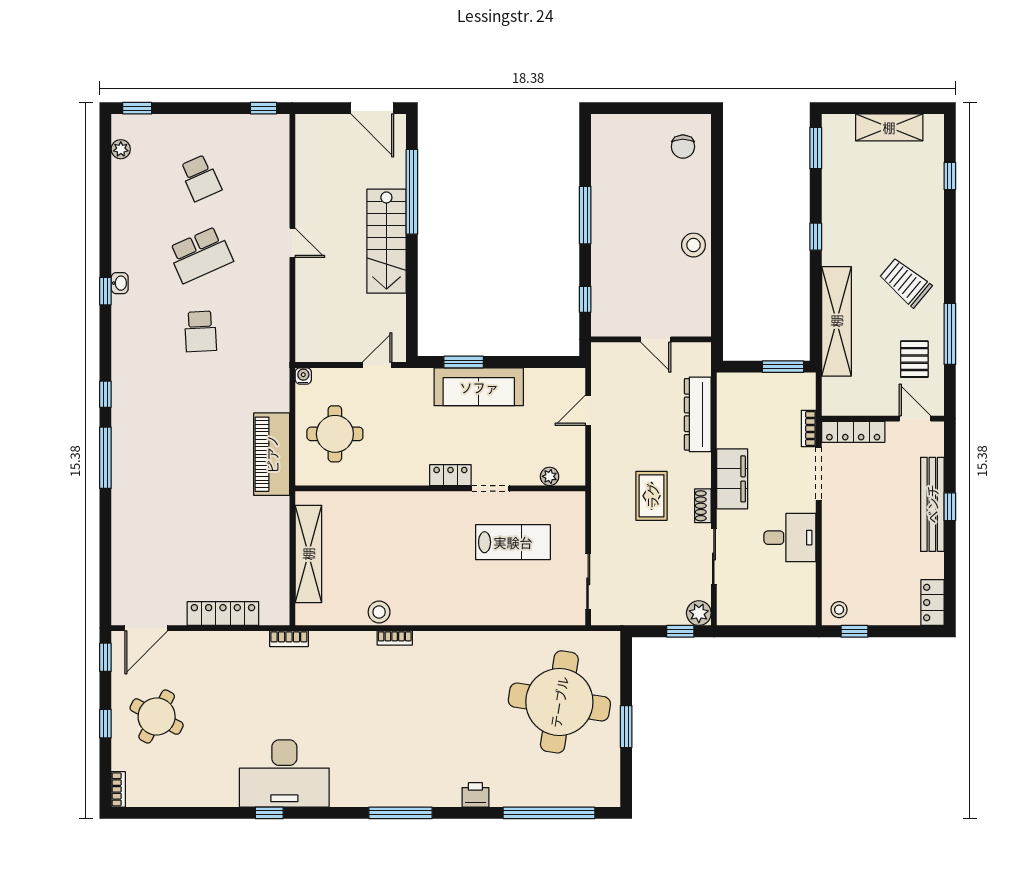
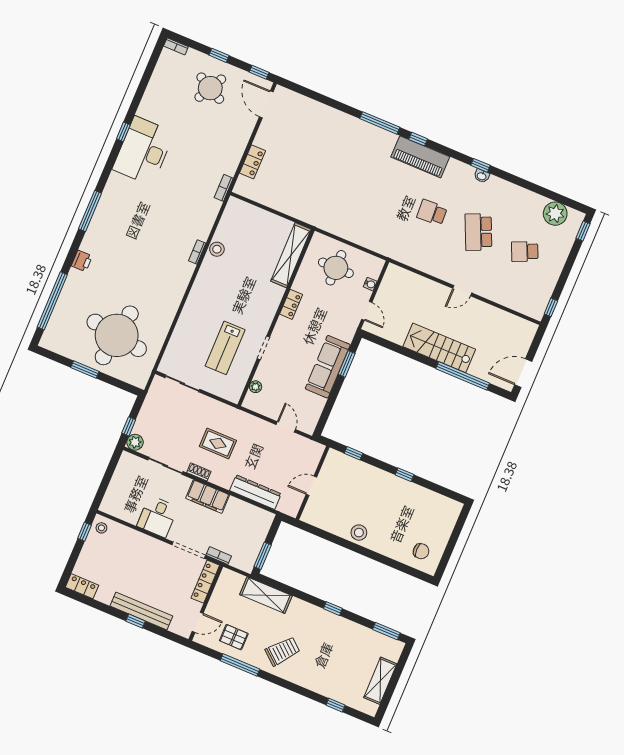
chair: (683, 147) -> (421, 551), turned 180
plant: (121, 149) -> (555, 214), width x1.88, depth x1.88
window: (585, 215) -> (405, 475), width x0.46
shelving: (836, 321) -> (266, 595), width x0.68
water cooler: (303, 376) -> (370, 284), moved
piano: (272, 454) -> (420, 157), moved, turned 180
locker: (450, 475) -> (291, 304), moved
shelving: (308, 554) -> (291, 255), moved, turned 90
locker: (223, 614) -> (253, 162), width x0.66

